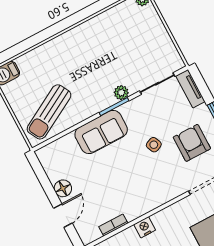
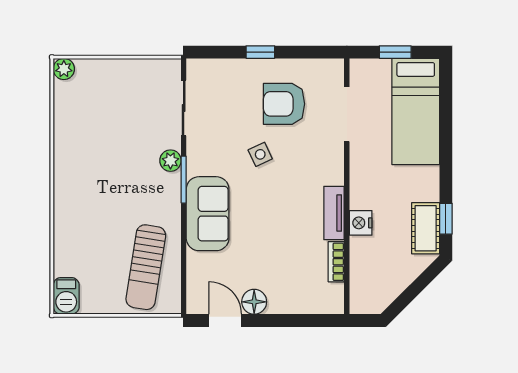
tv unit: (190, 89) -> (334, 213), moved, turned 90
sun lounger: (49, 112) -> (146, 267), turned 38
door: (63, 216) -> (225, 320), moved

